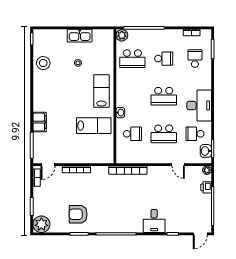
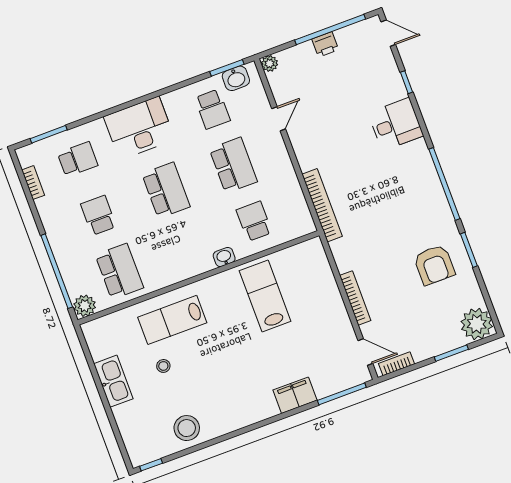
school desk: (195, 59) -> (78, 159), turned 180
lab bench: (101, 91) -> (172, 320), moved
desk: (199, 105) -> (139, 128), moved
printer: (206, 187) -> (325, 44), moved

